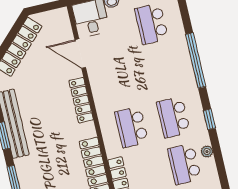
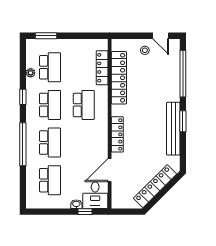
door: (80, 54) -> (110, 170), swing flipped
school desk: (162, 71) -> (50, 143), added

